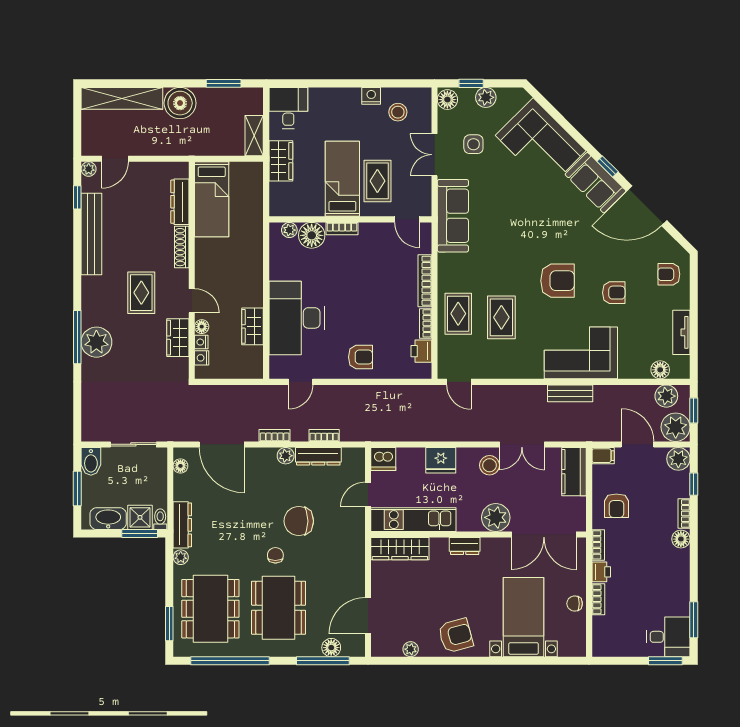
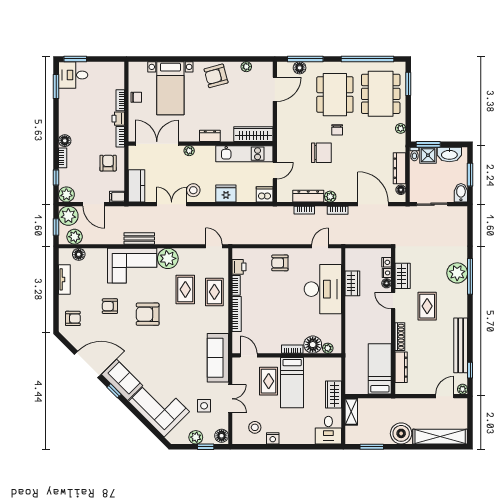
plant: (527, 364) -> (168, 258), added
plant: (496, 517) -> (189, 151), width x0.53, depth x0.53
dresser: (182, 525) -> (400, 168), moved

